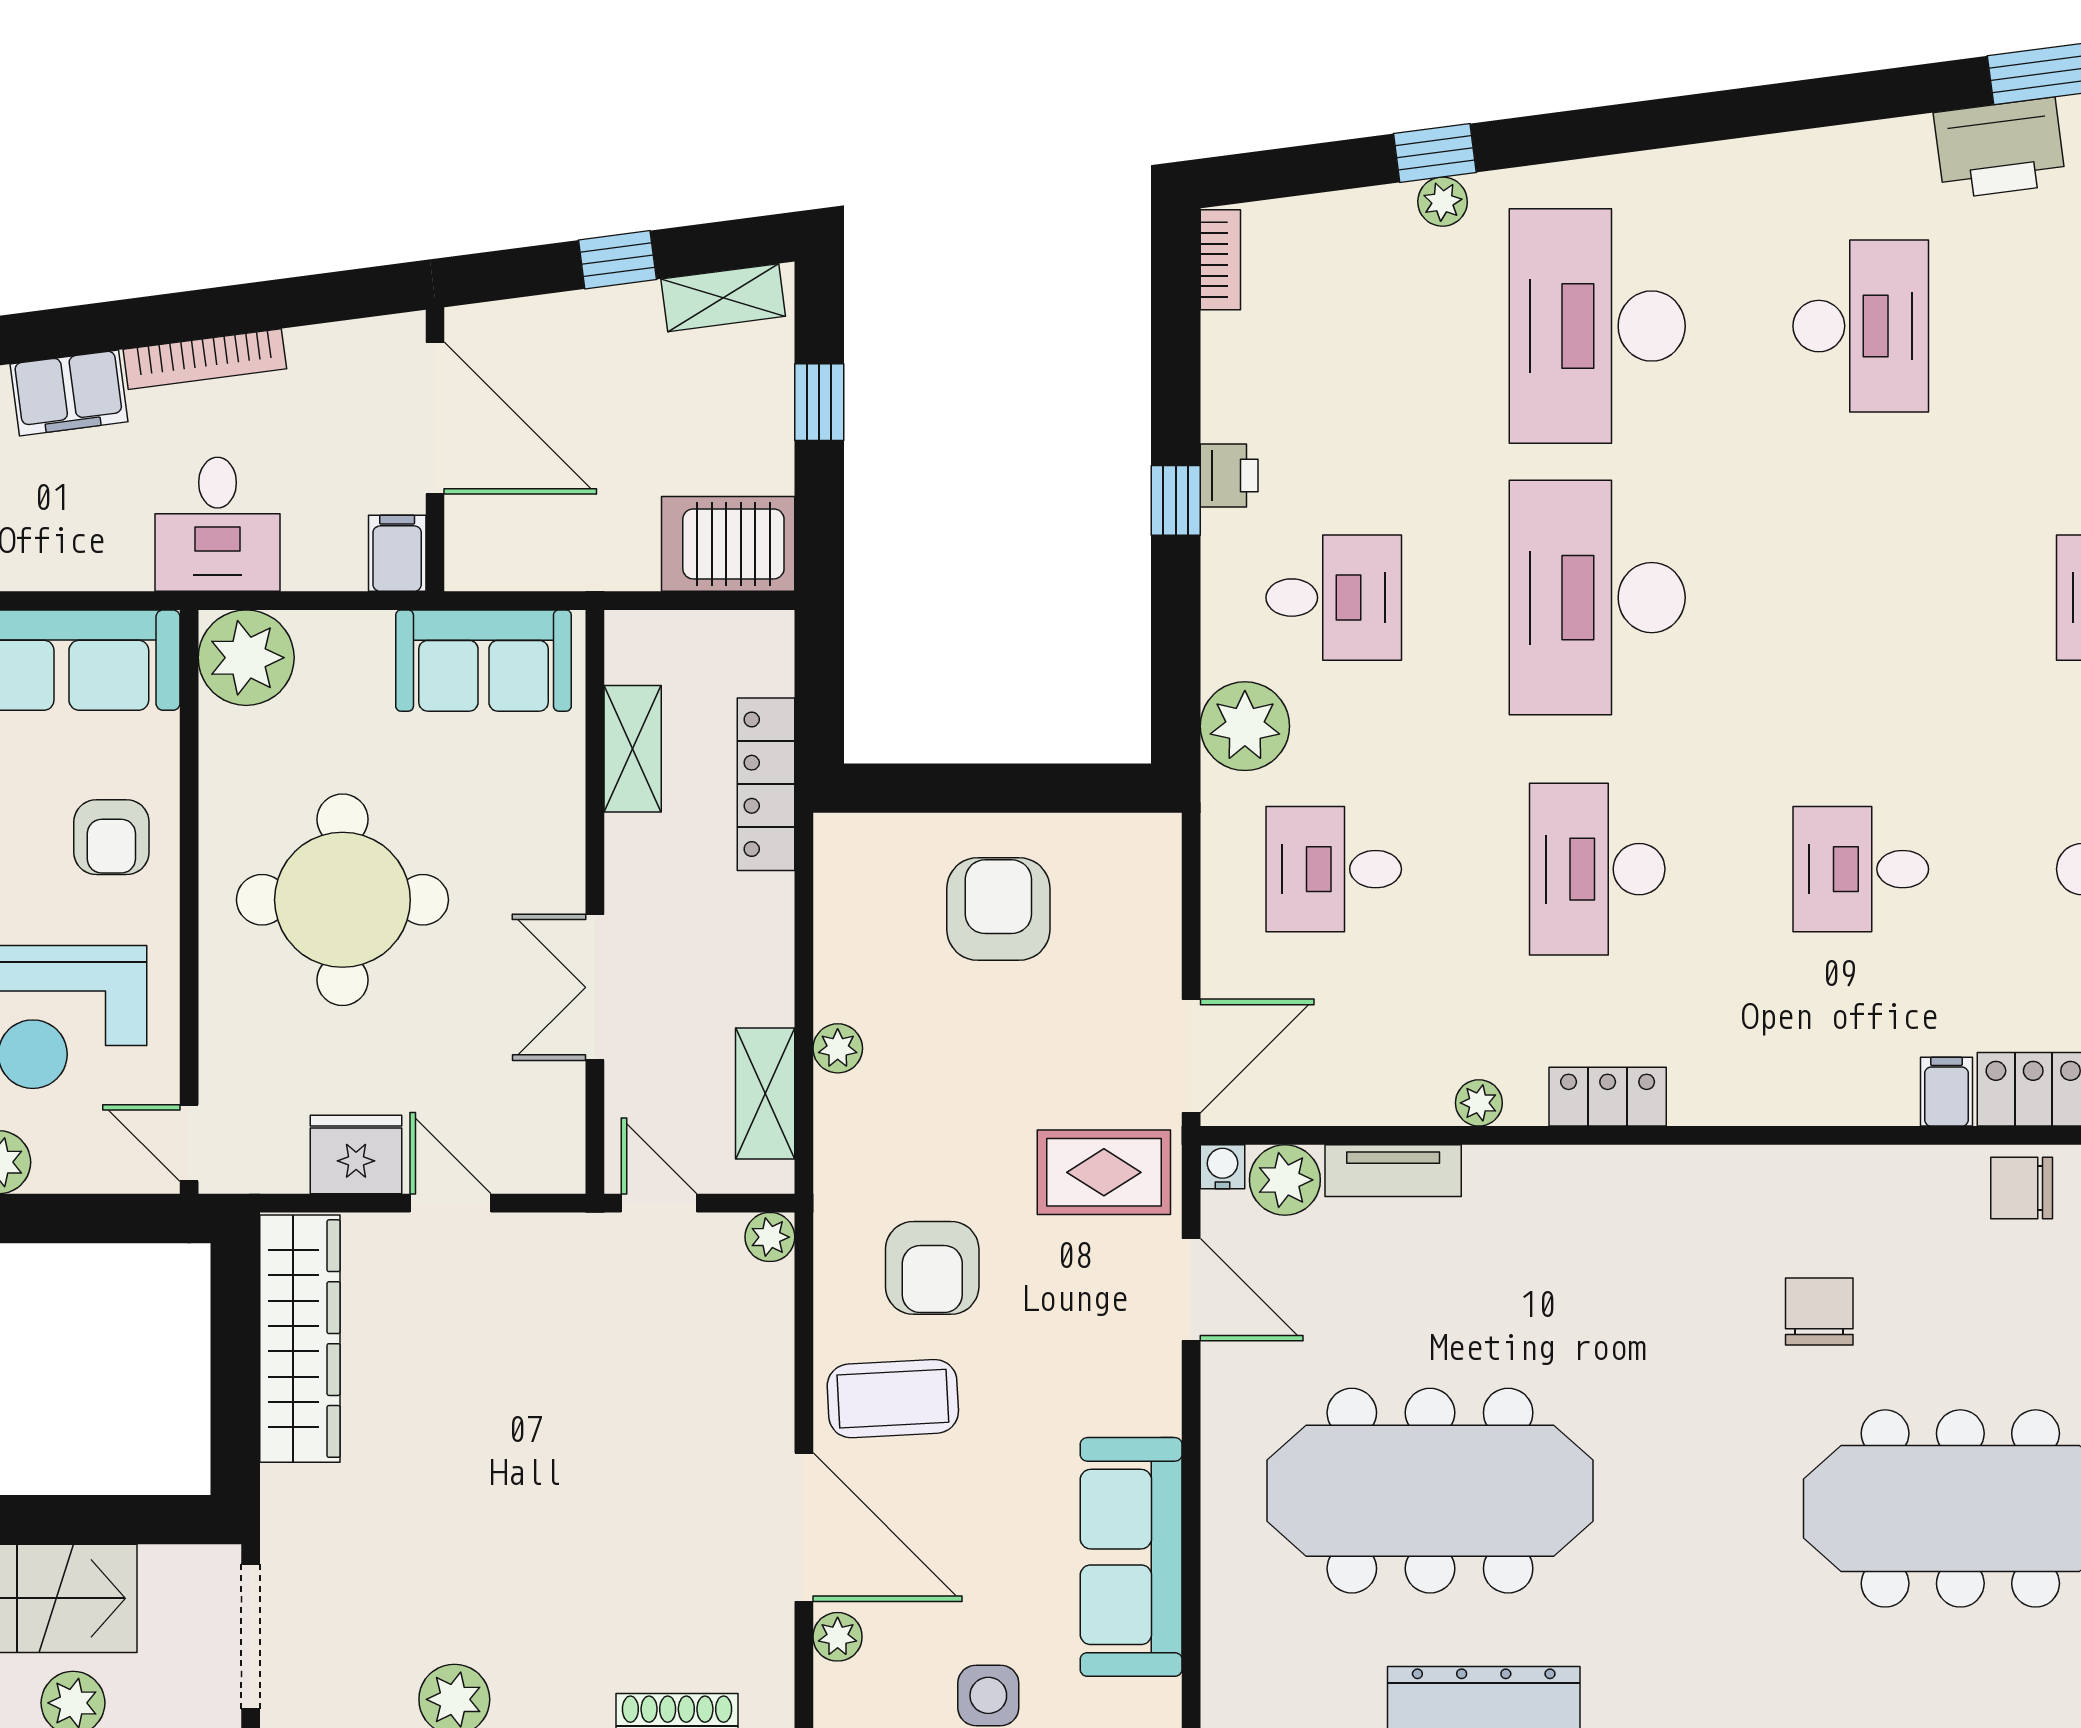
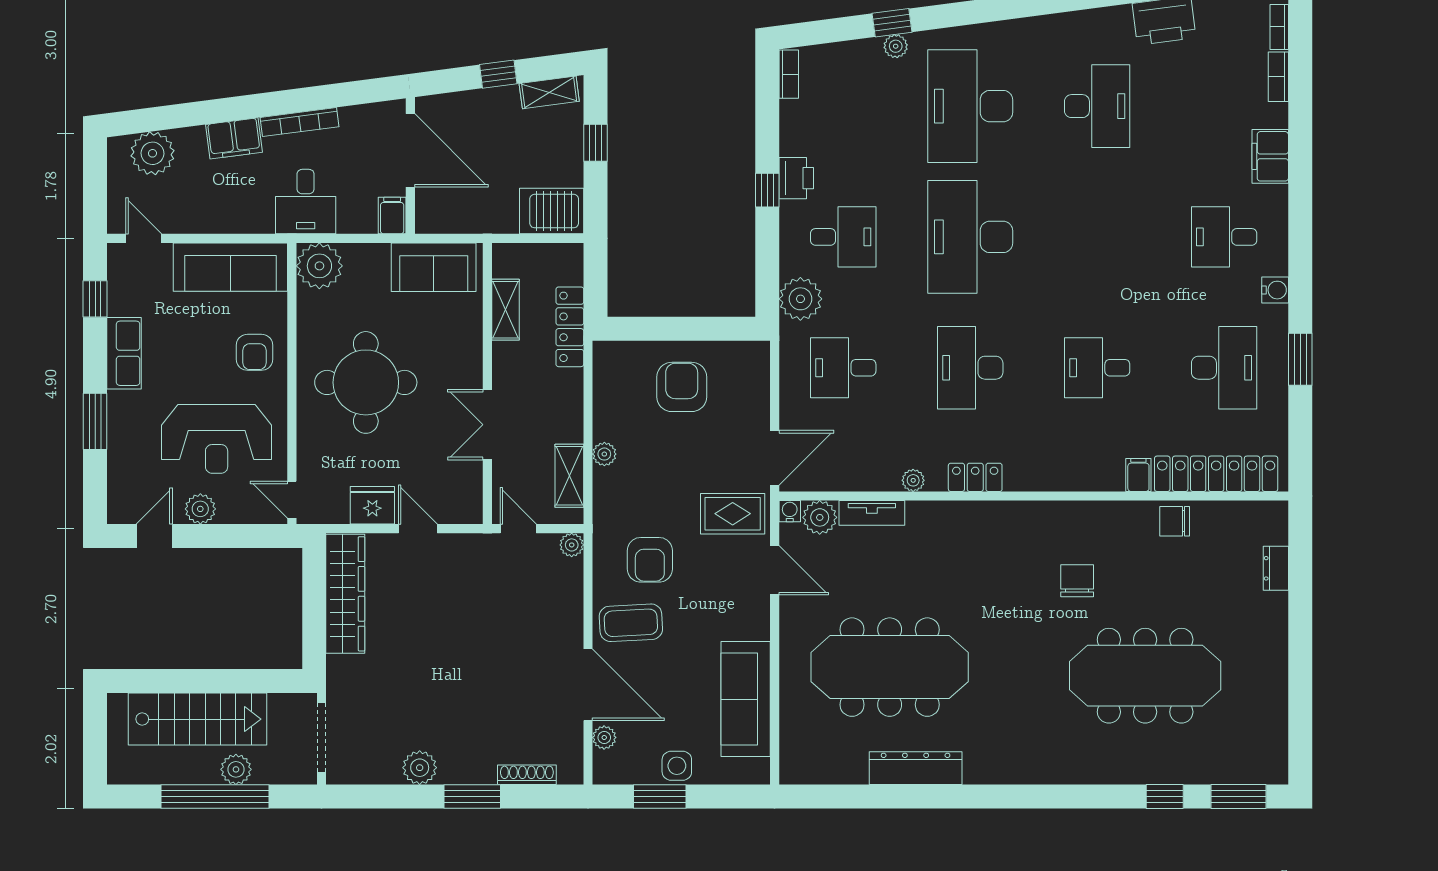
printer: (1229, 475) -> (796, 178), width x1.36, depth x1.24

